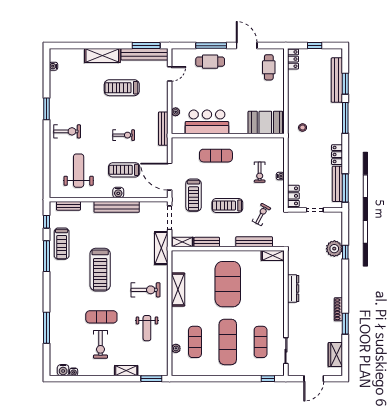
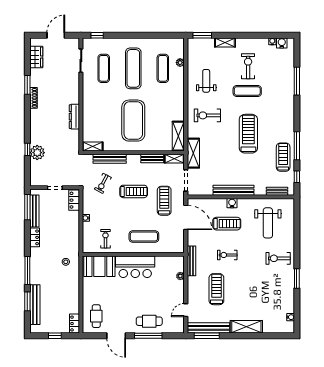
treadmill: (122, 88) -> (216, 289), moved, turned -90
bar counter: (207, 122) -> (135, 267), moved
exercise bike: (260, 172) -> (105, 239), moved
shelving: (178, 290) -> (178, 136), moved

